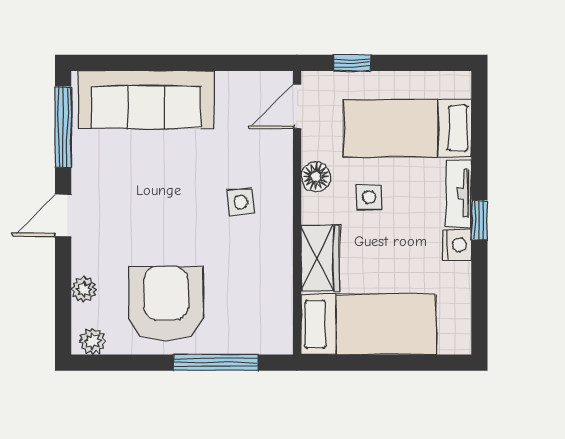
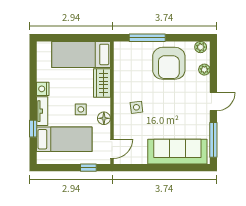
window: (479, 220) -> (33, 129), moved

